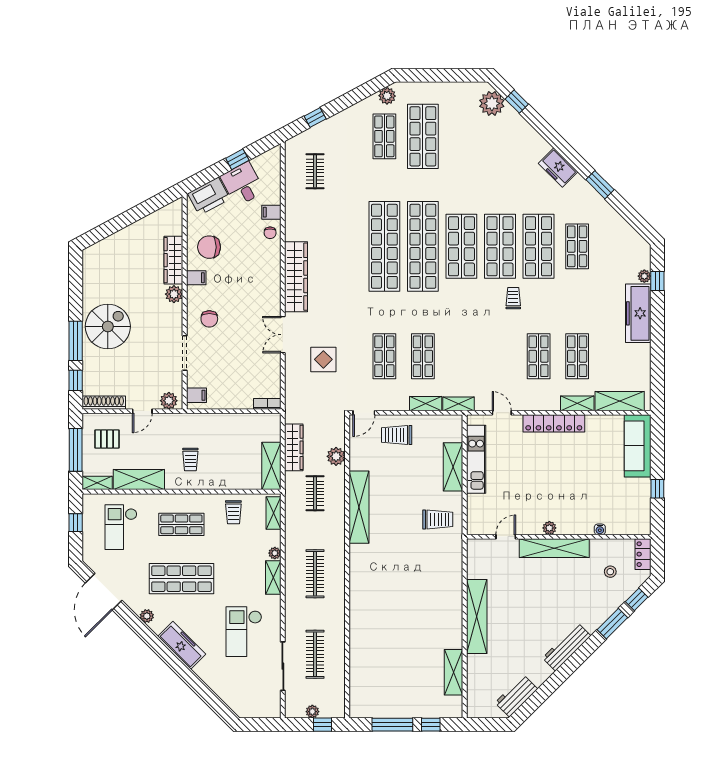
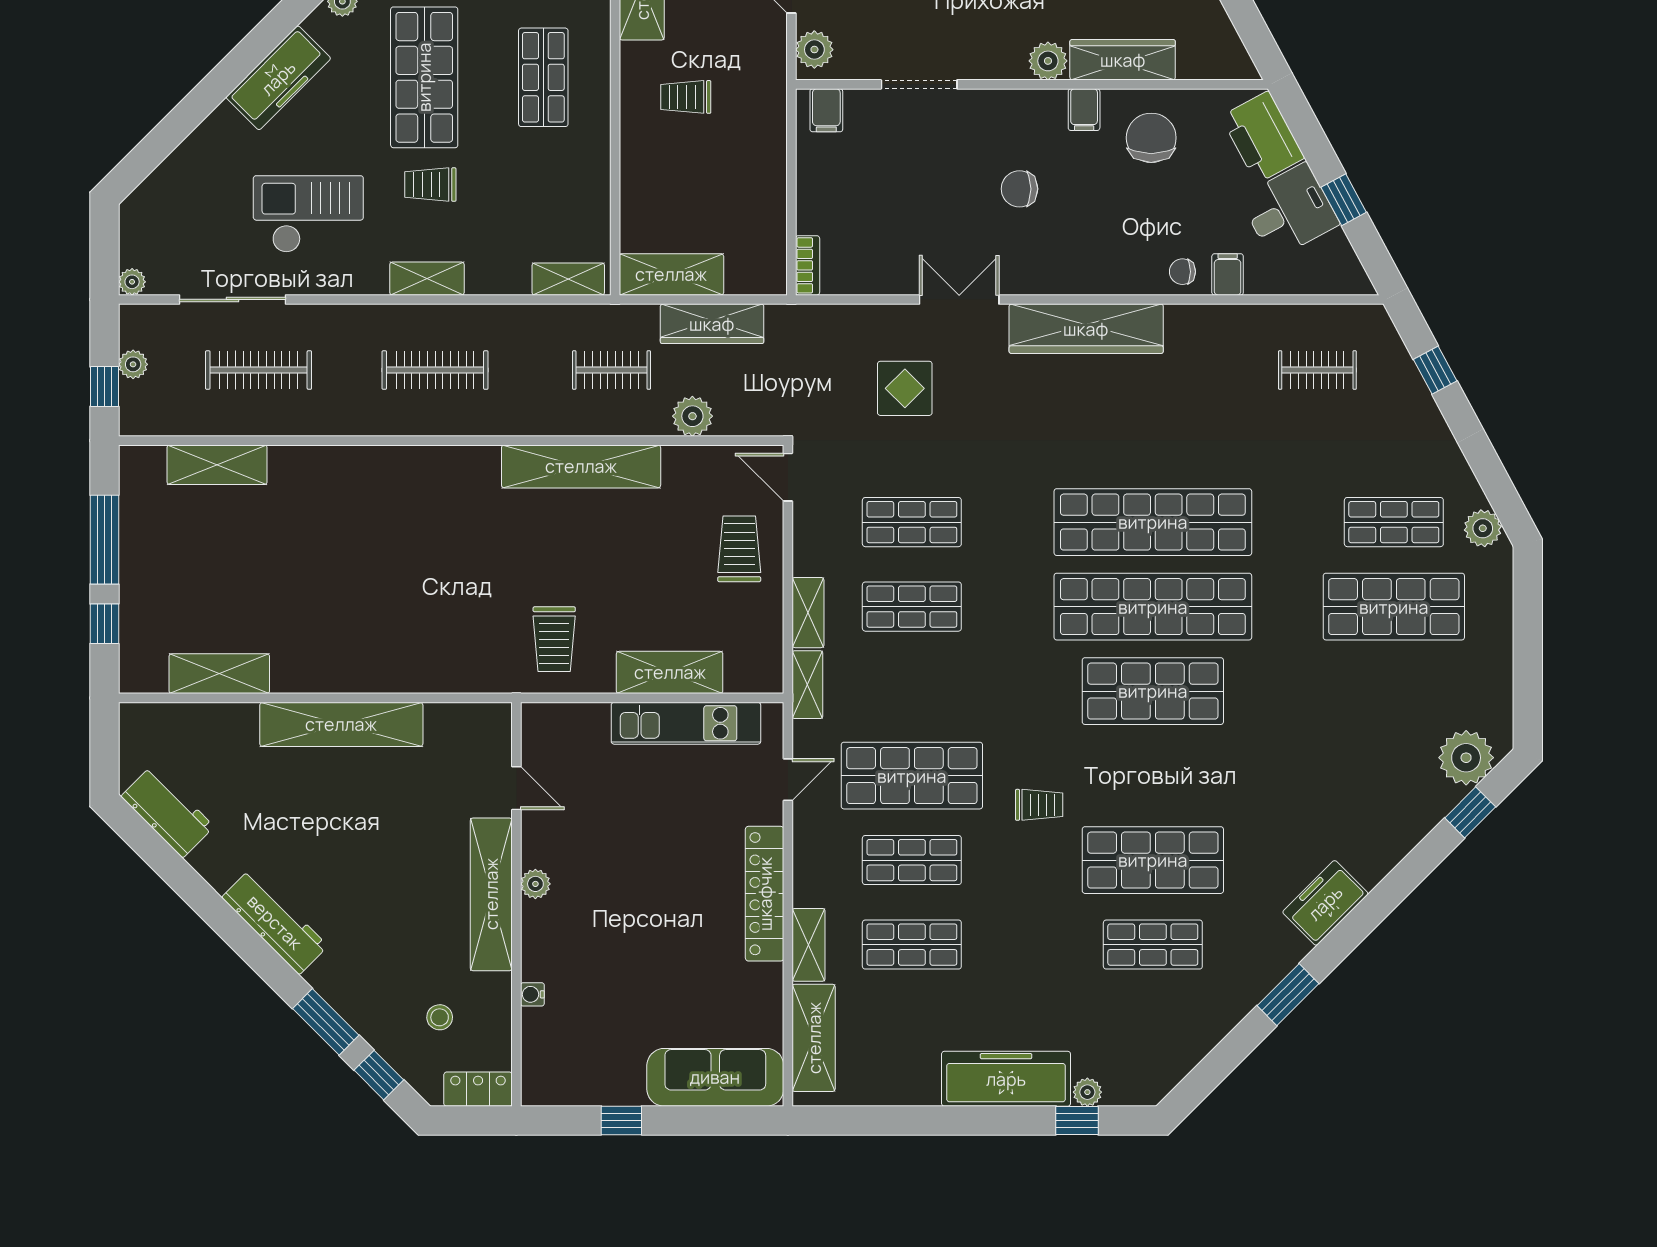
shop shelf: (500, 246) -> (912, 776), moved
chair: (209, 319) -> (1019, 189), moved
trolley: (233, 512) -> (430, 185), moved
plant: (275, 553) -> (132, 282), moved
shelving: (358, 673) -> (217, 465), added

